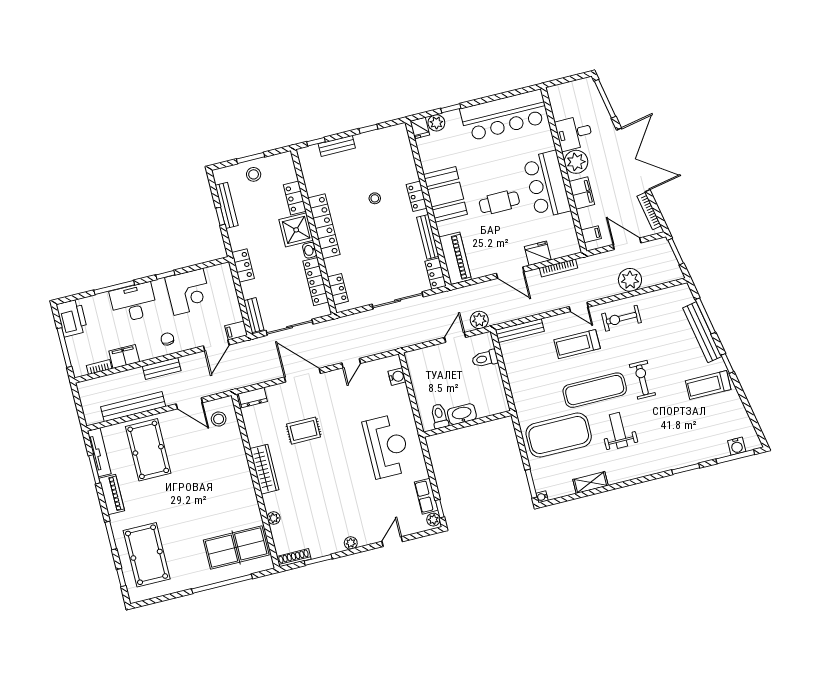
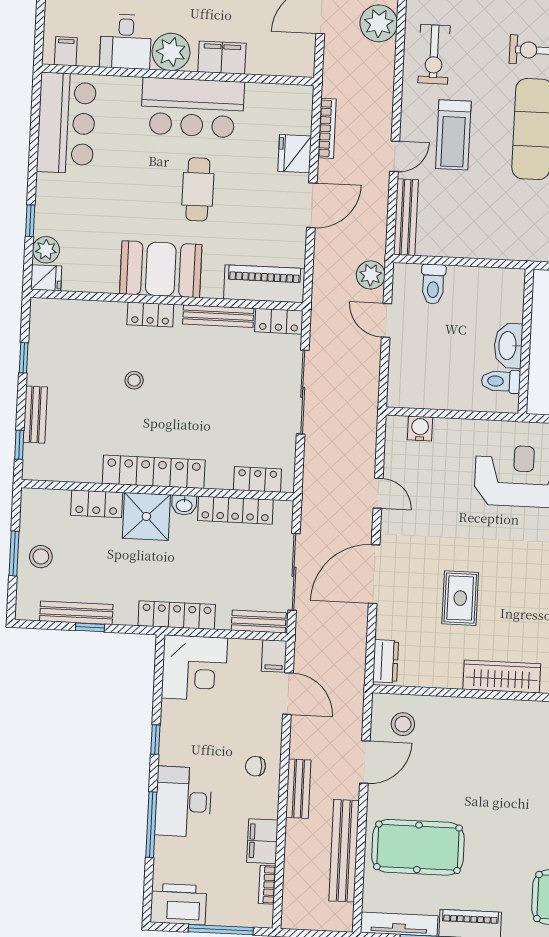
bar counter: (504, 115) -> (67, 123), width x0.73
filing cabinet: (591, 234) -> (66, 51), moved
locker: (243, 265) -> (177, 615), width x1.53
corner desk: (188, 292) -> (194, 668), moved, turned 90
door: (579, 307) -> (395, 156), moved

